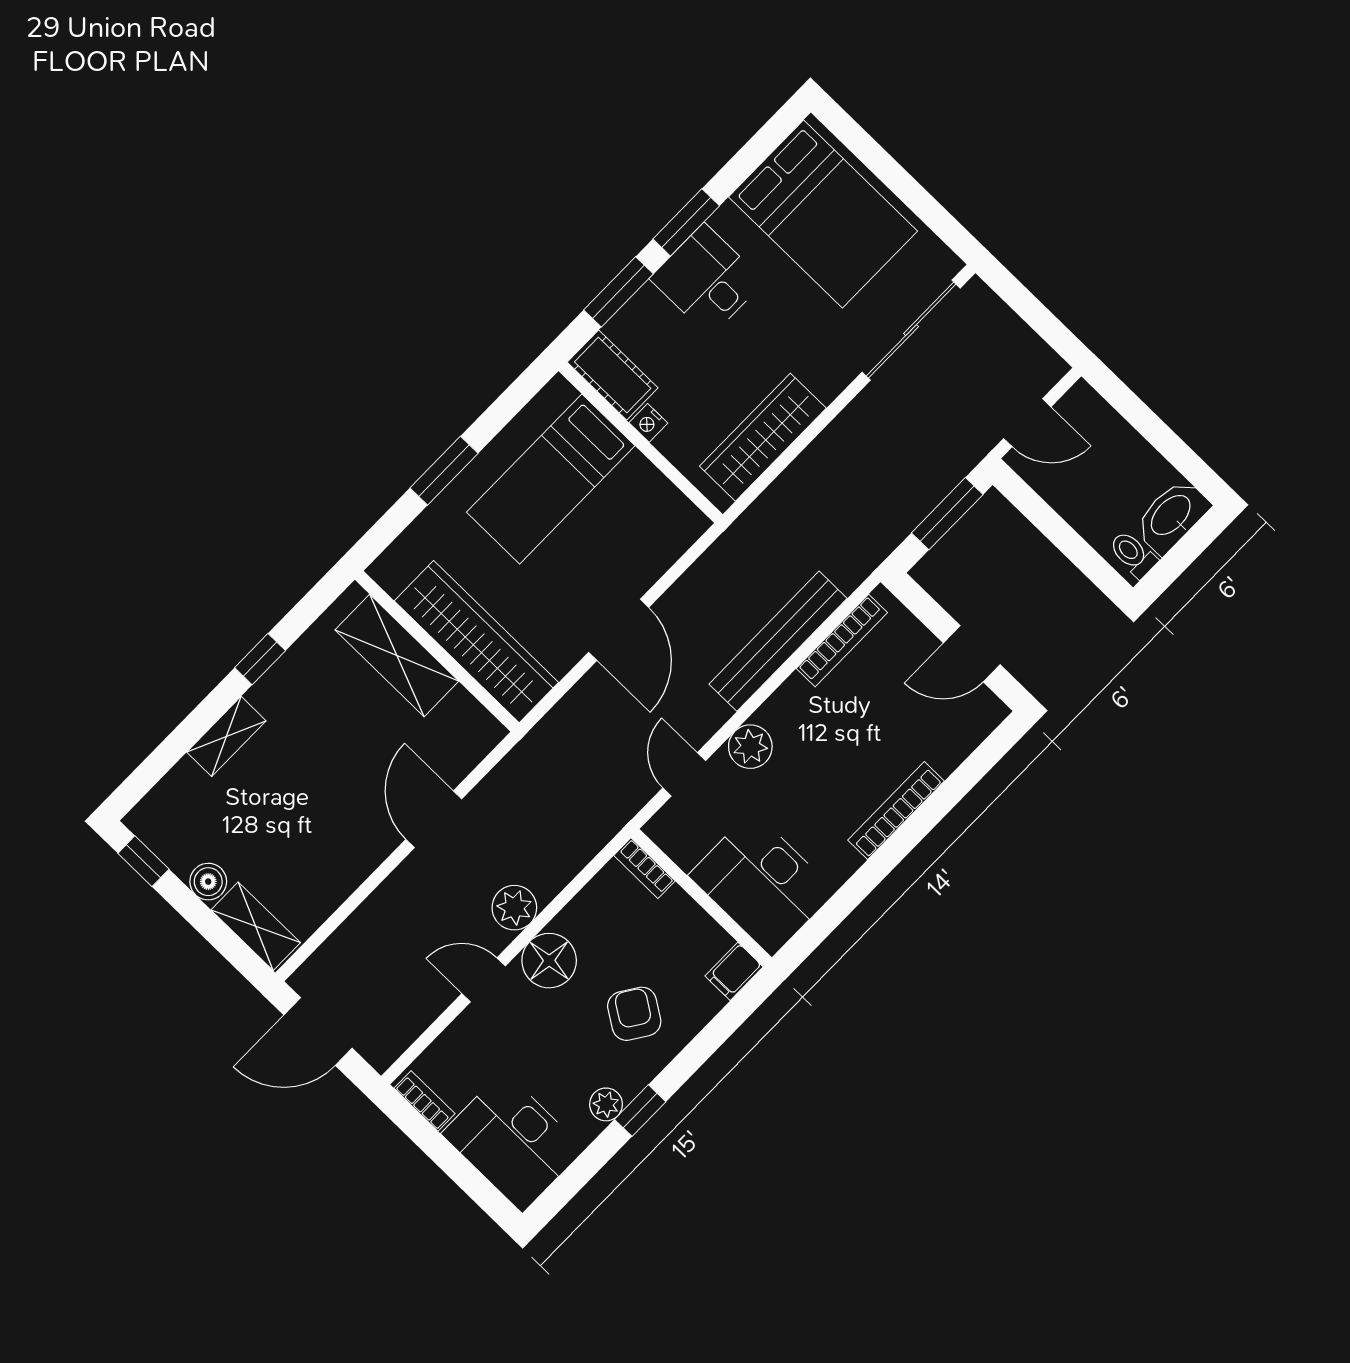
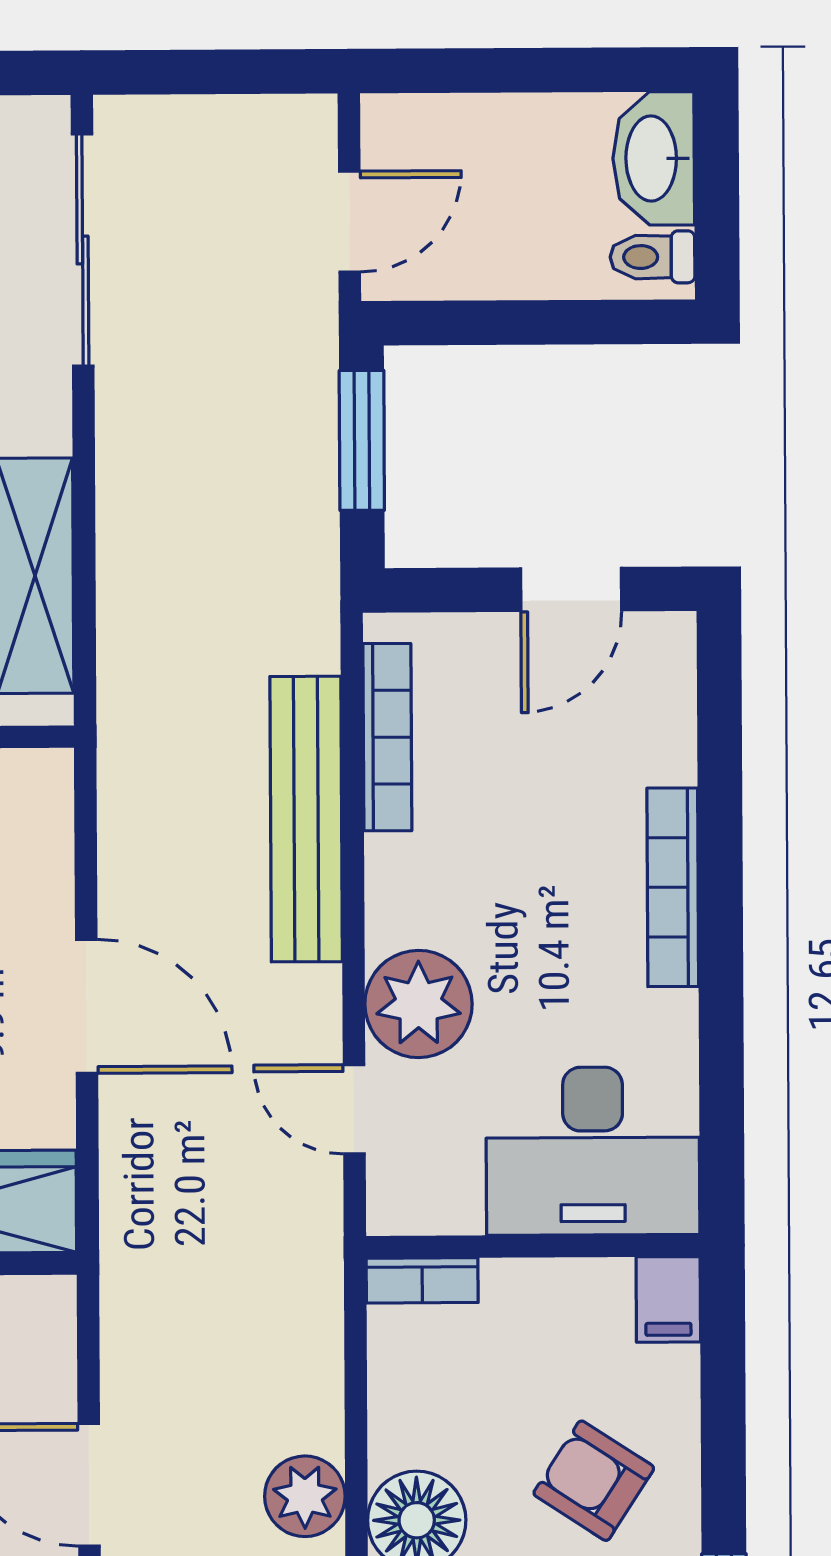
plant: (750, 747) -> (419, 1004), width x1.36, depth x1.36

